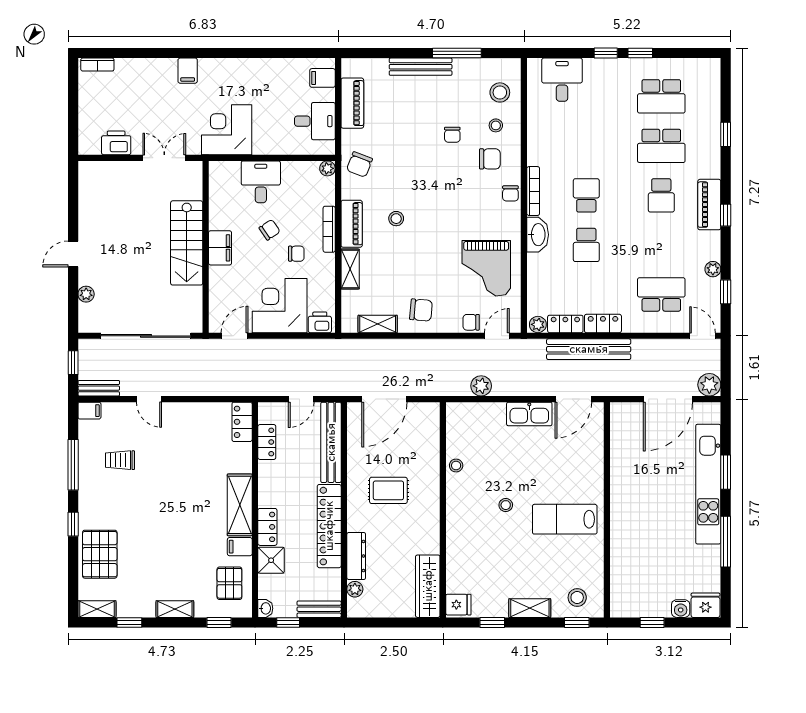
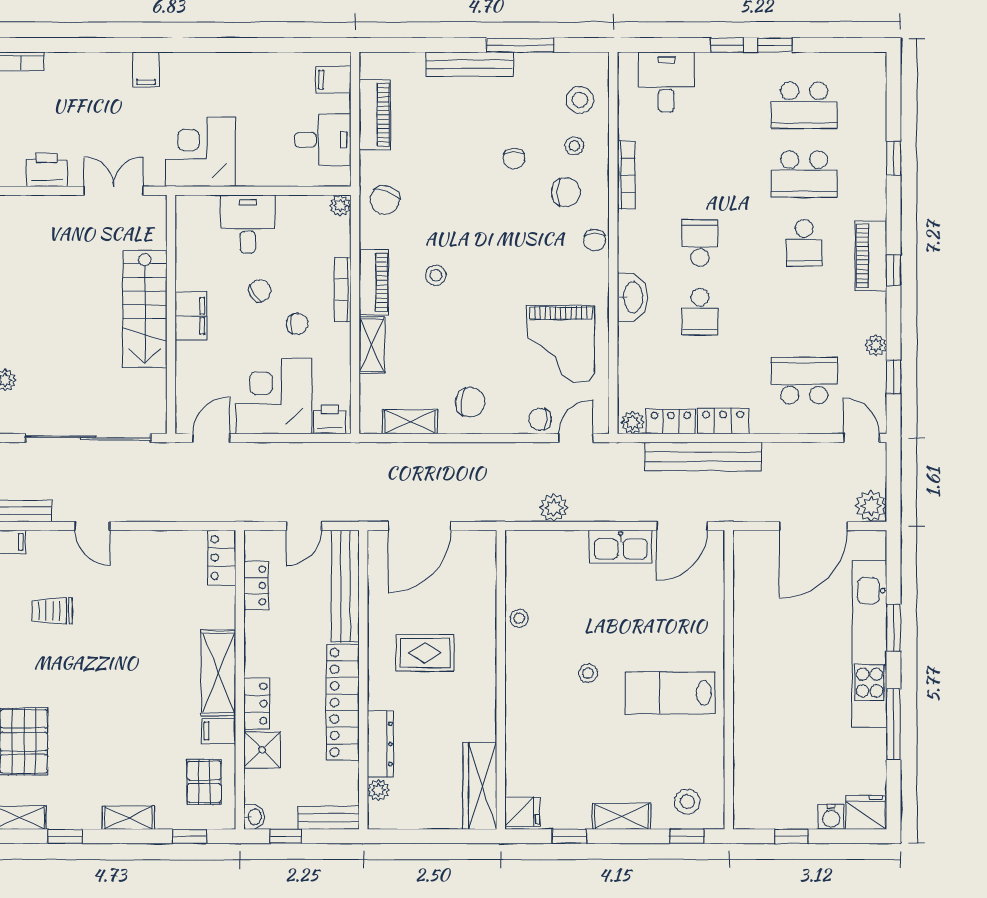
bookcase: (533, 191) -> (626, 175), moved

